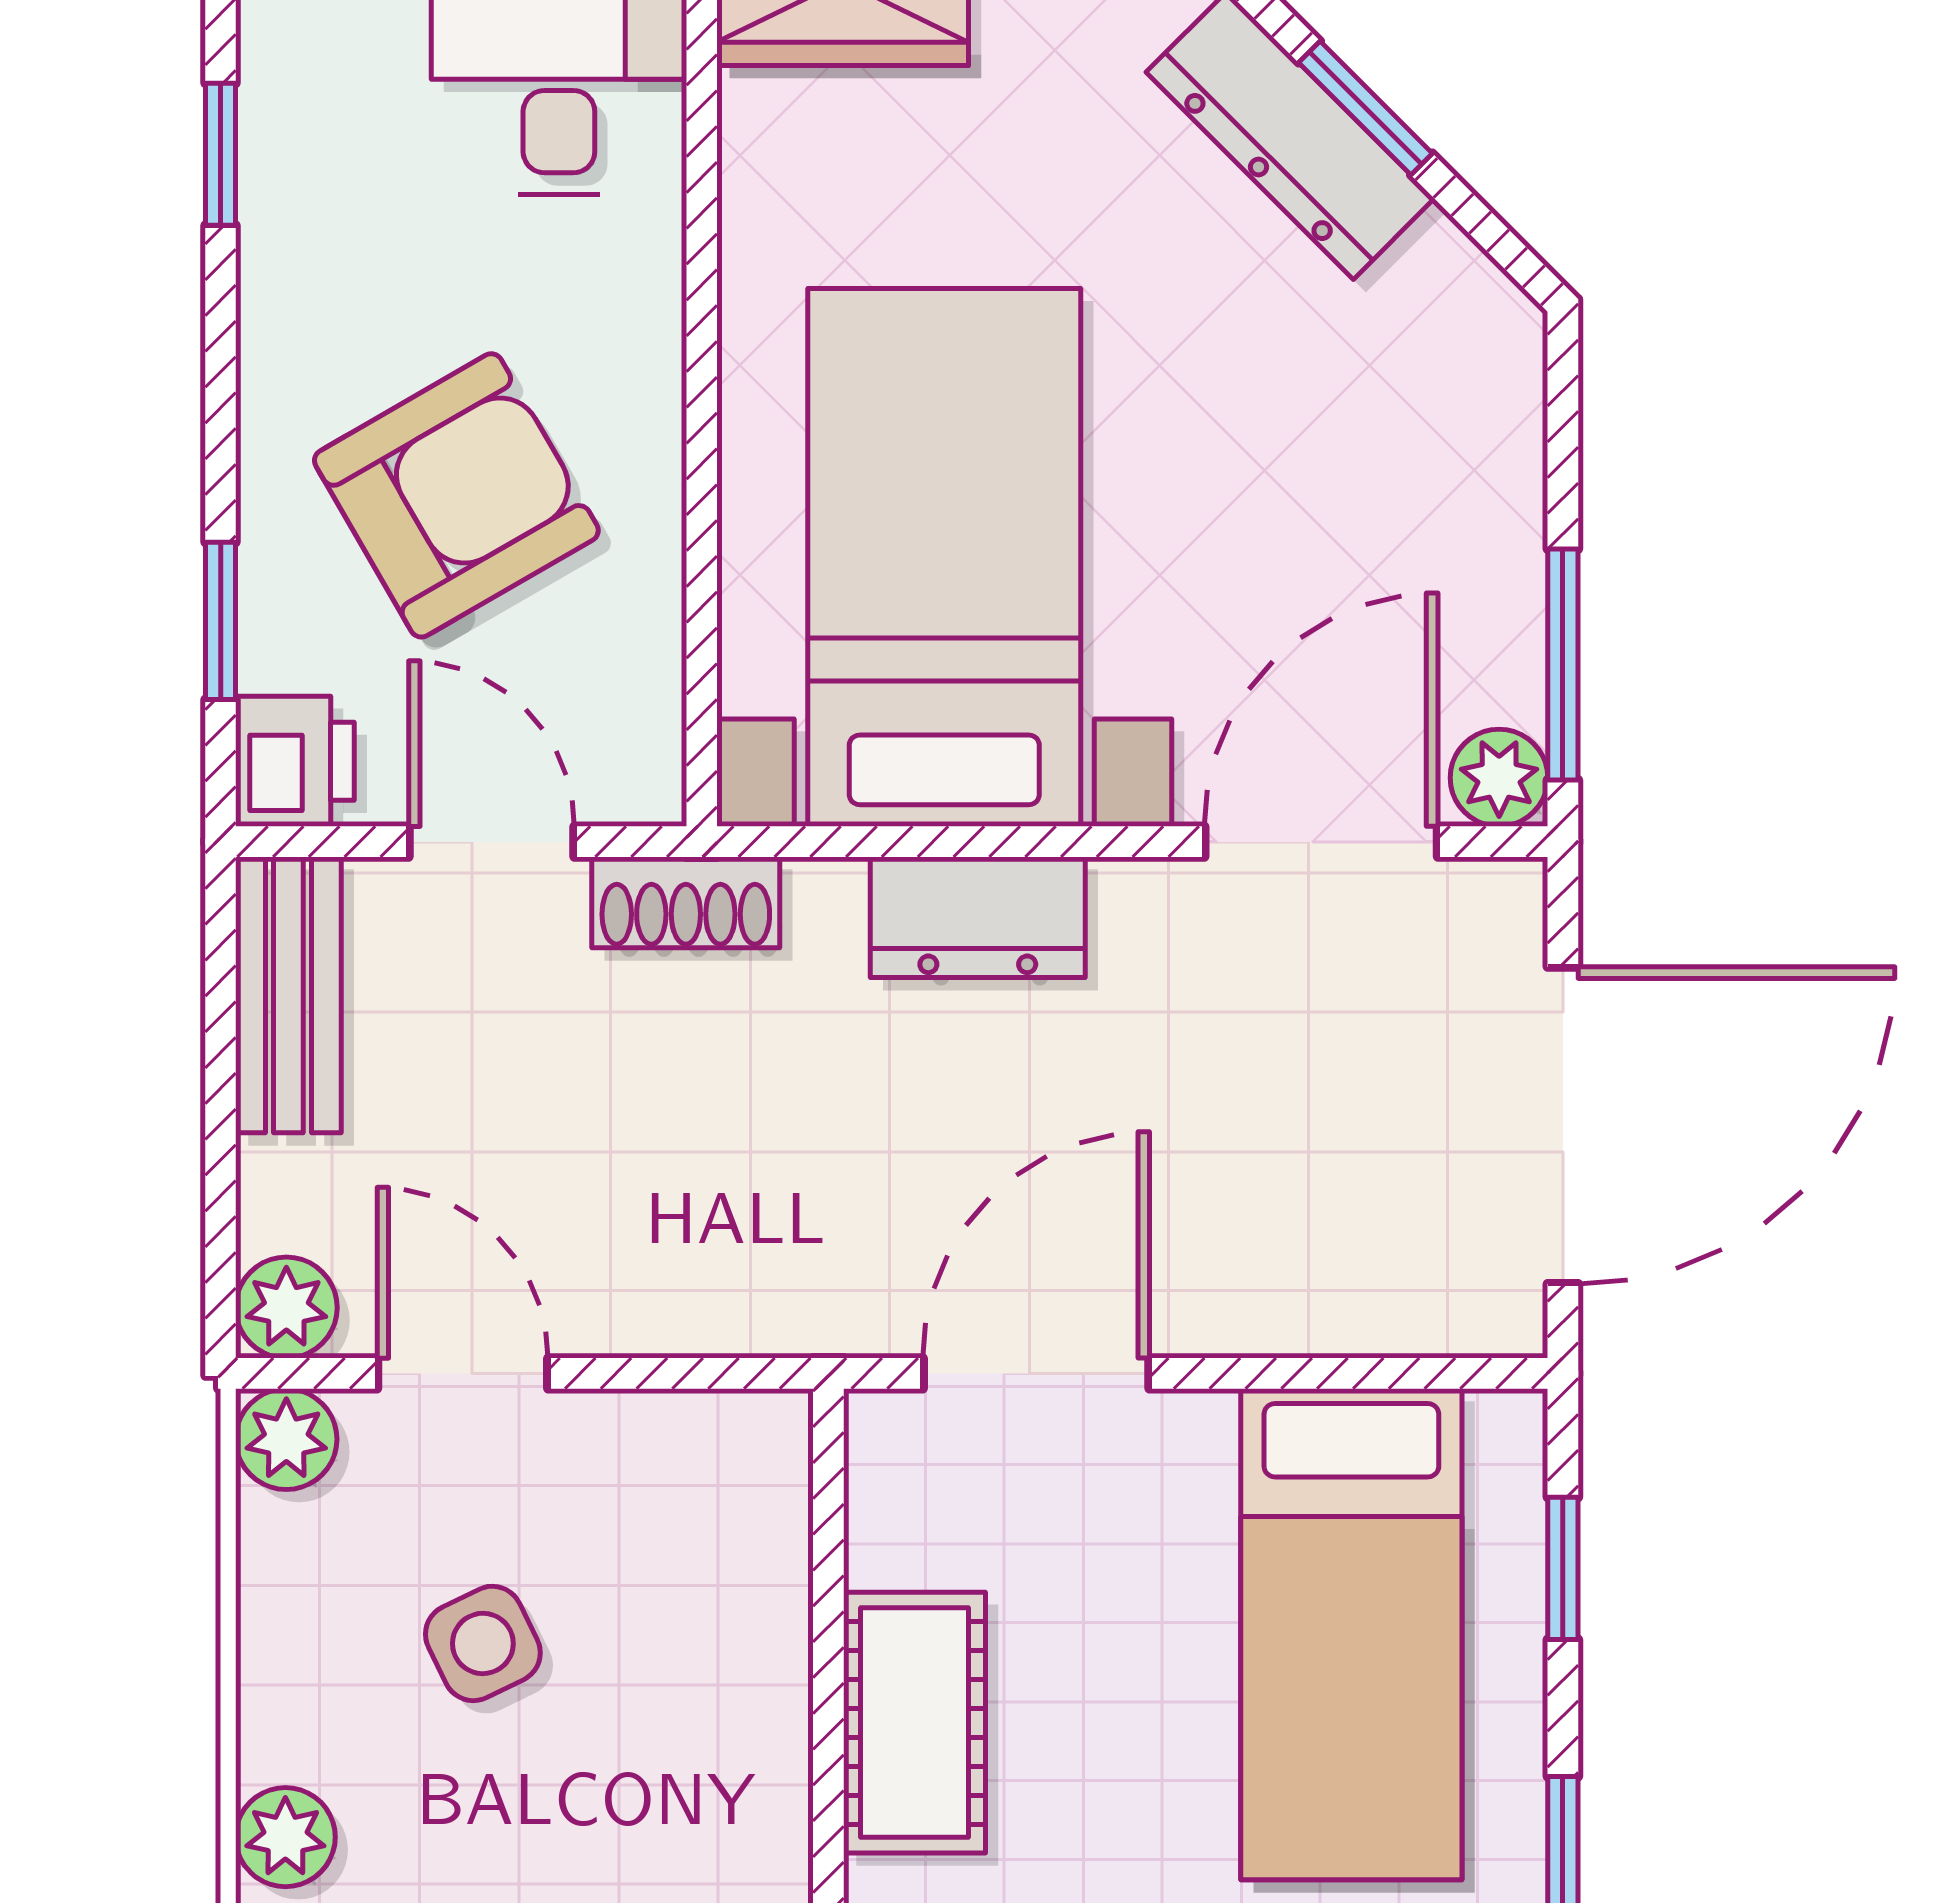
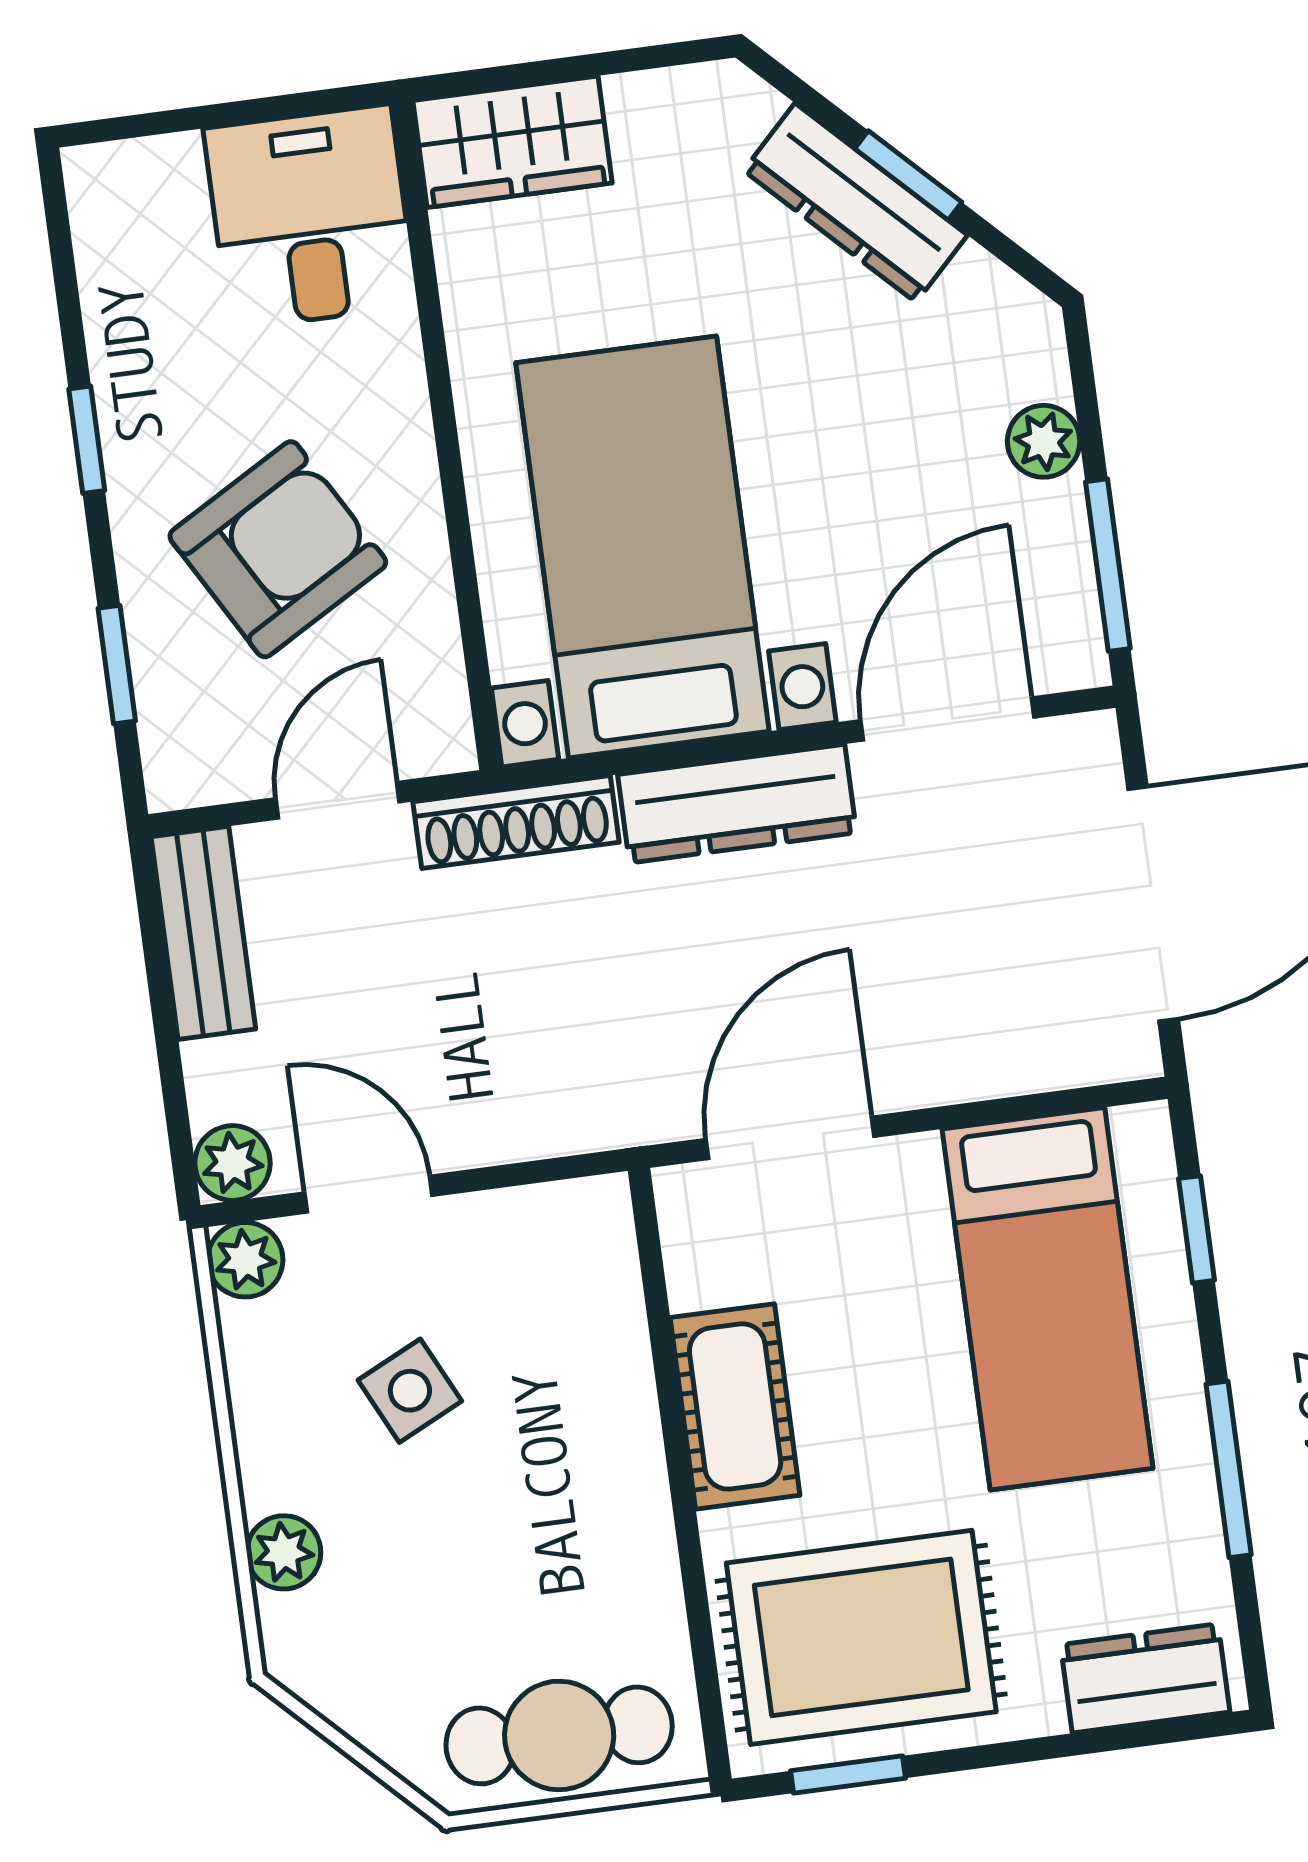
window: (221, 154) -> (87, 440), moved
printer: (295, 761) -> (185, 760), removed
plant: (1499, 778) -> (1044, 441), moved
door: (492, 842) -> (338, 800), hinge flipped
shoe rack: (686, 902) -> (516, 822), width x1.43
dresser: (978, 917) -> (737, 804), width x1.44

